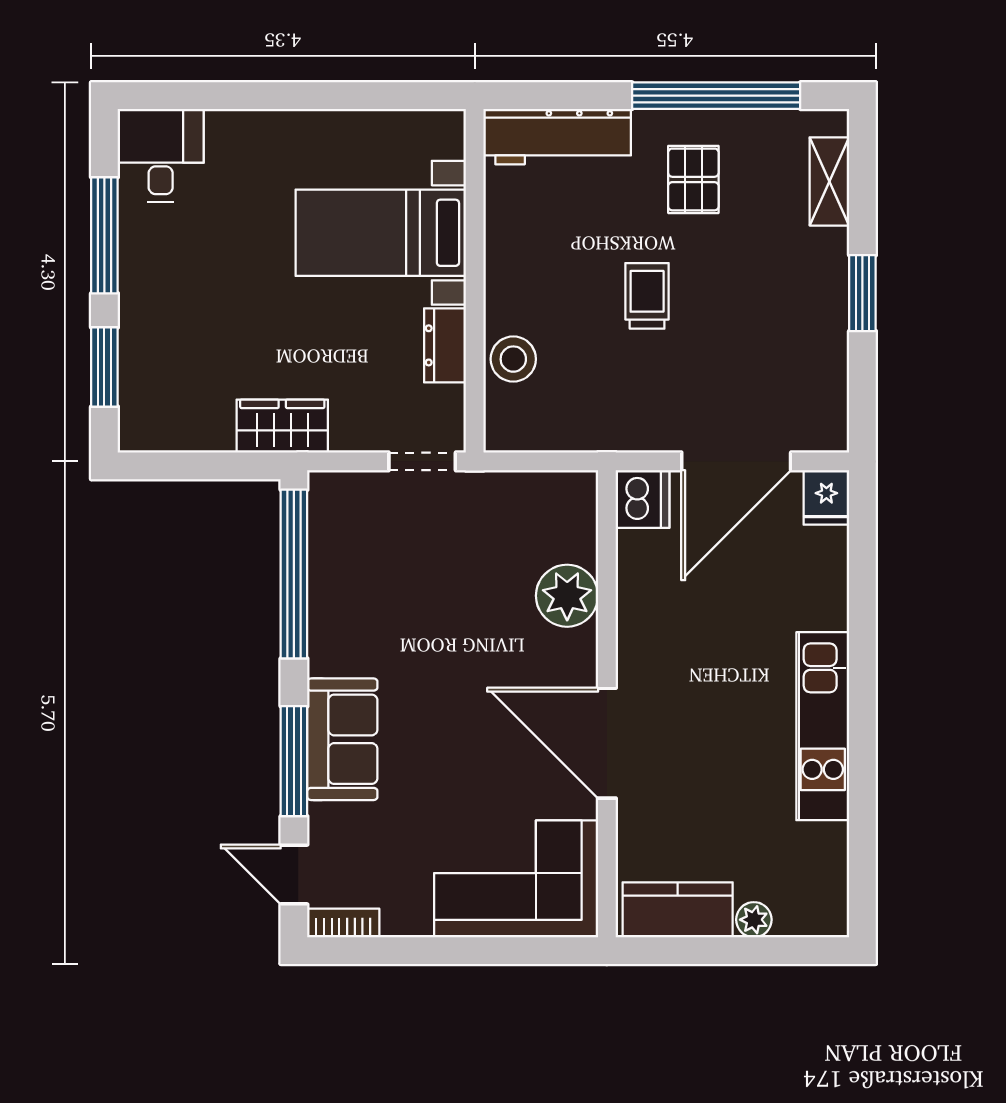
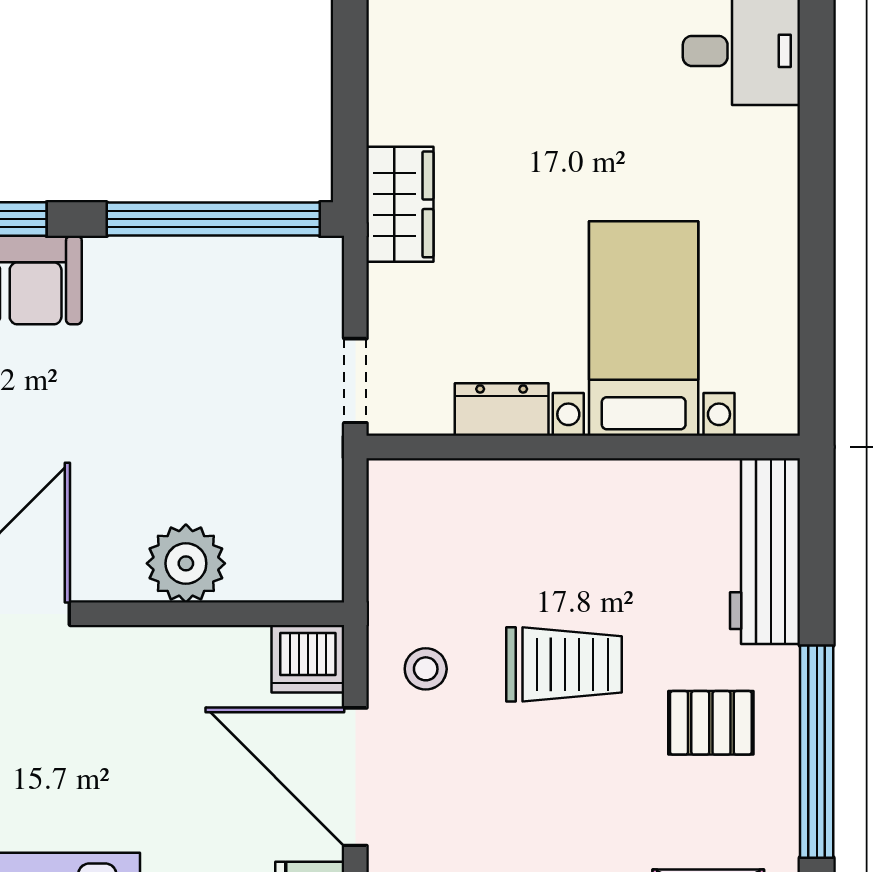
trolley: (647, 296) -> (564, 664), width x1.36, depth x1.39
stool: (513, 359) -> (426, 669), moved, width x0.73, depth x0.73

